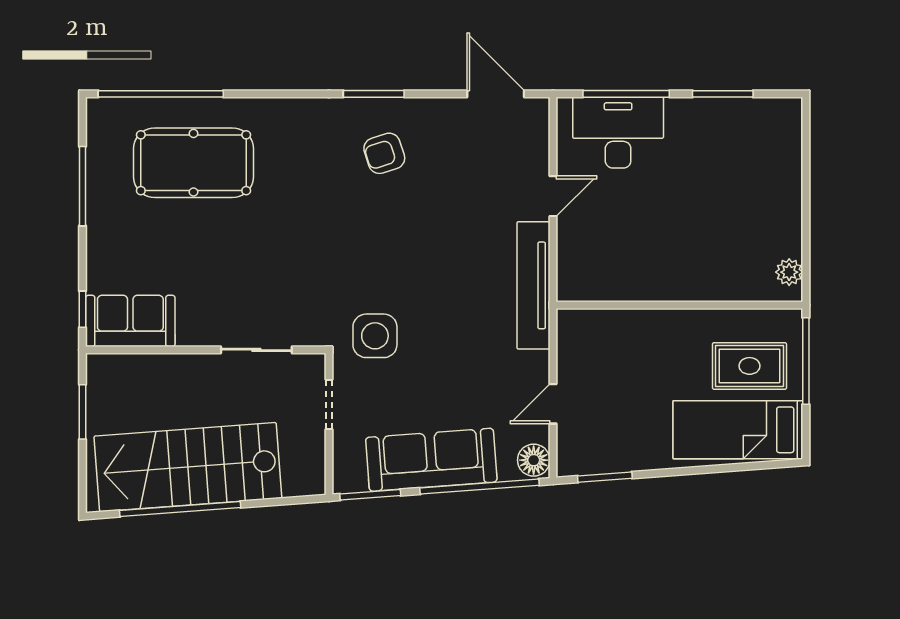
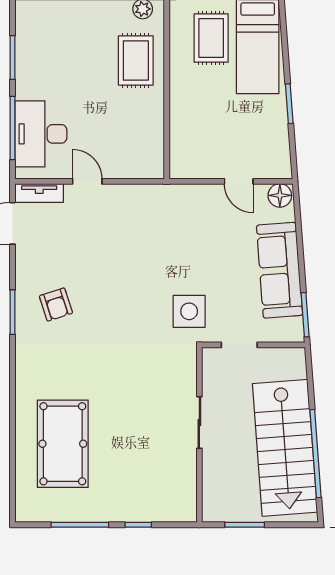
window: (161, 94) -> (13, 468), removed
rug: (719, 263) -> (136, 60), added
tv unit: (533, 285) -> (39, 193), moved, width x0.52, depth x0.78
window: (83, 309) -> (138, 525), moved
sofa: (130, 321) -> (178, 490), removed
sliding door: (256, 350) -> (199, 423), moved
window: (605, 477) -> (289, 104), moved
window: (480, 487) -> (299, 235), removed

